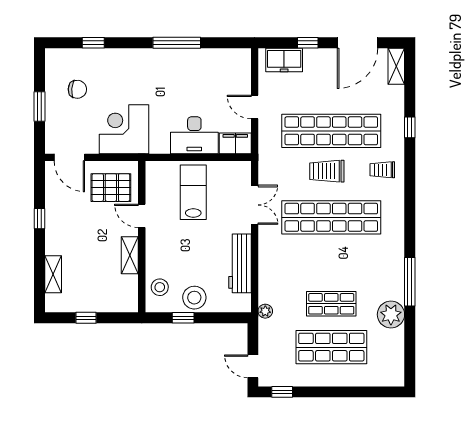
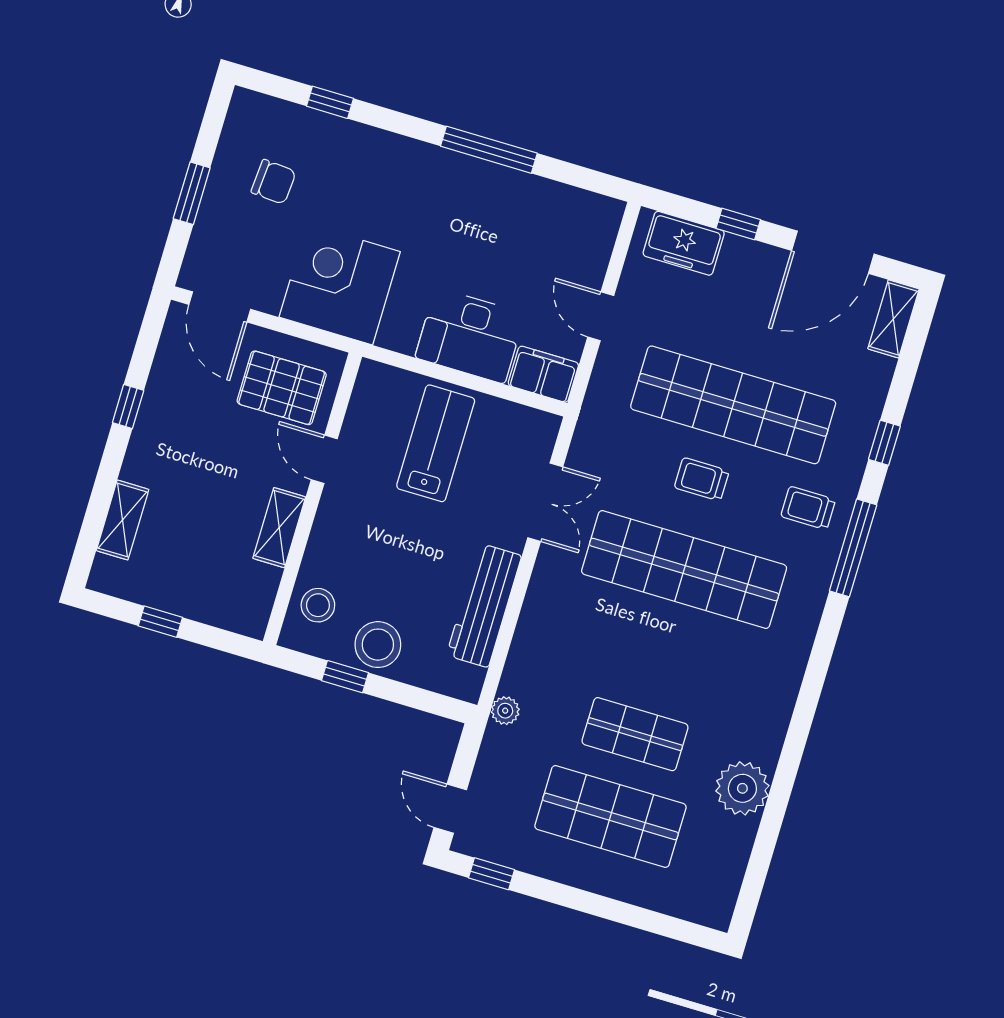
trolley: (327, 171) -> (702, 479), width x0.73, depth x0.72
window: (410, 282) -> (853, 548), moved

